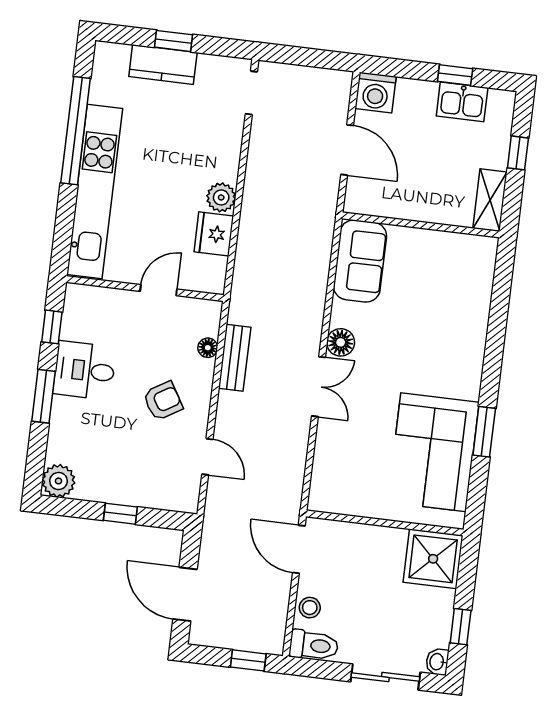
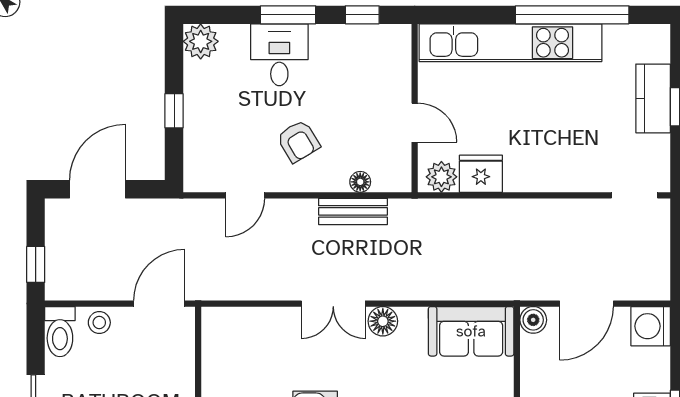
plant: (221, 197) -> (441, 177), moved
boiler: (356, 202) -> (533, 320), added
desk: (84, 370) -> (279, 55), moved

